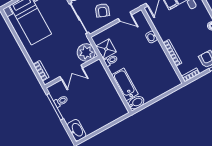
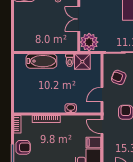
bidet: (136, 103) -> (19, 62), removed

